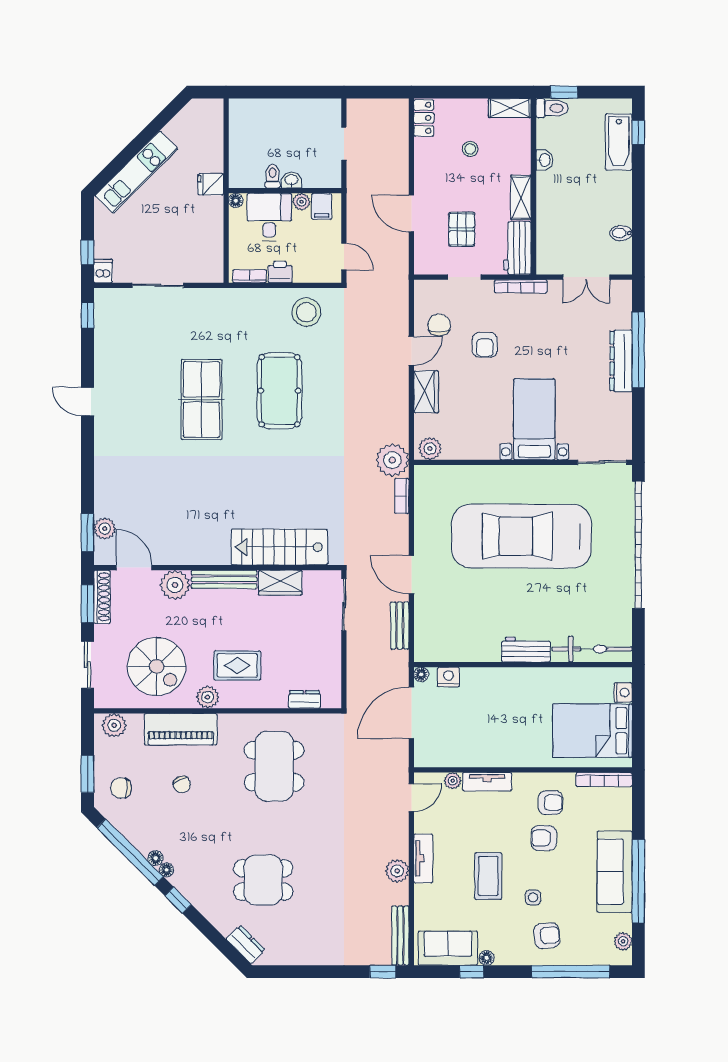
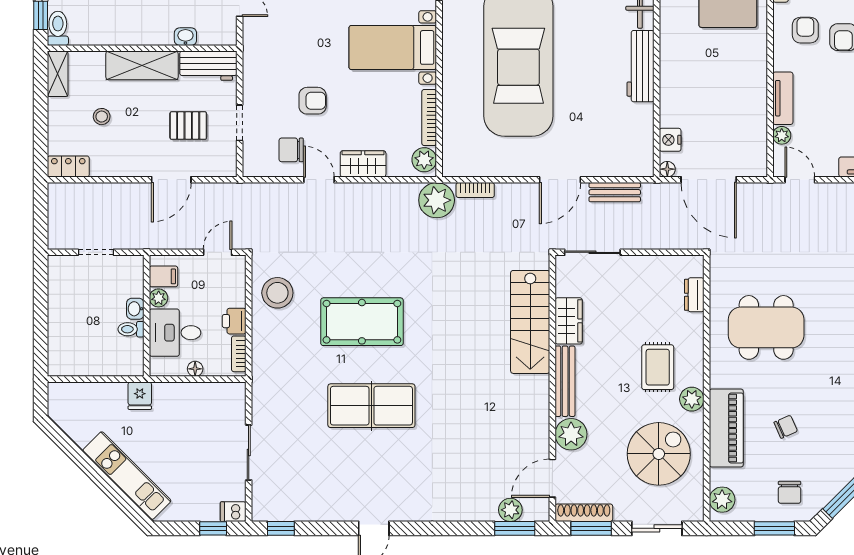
washbasin: (544, 160) -> (185, 37), moved
shelving: (521, 198) -> (142, 65), width x1.50, depth x1.33
floor lamp: (236, 201) -> (195, 369), moved
bookcase: (521, 286) -> (429, 118), moved, turned 180
workbench: (526, 650) -> (641, 66), width x1.37

